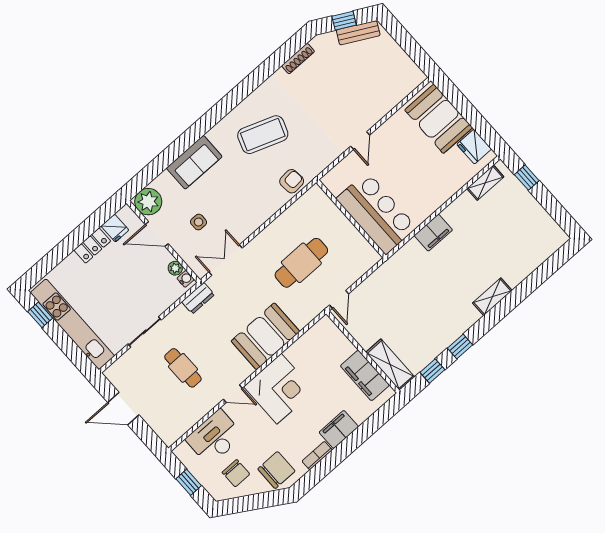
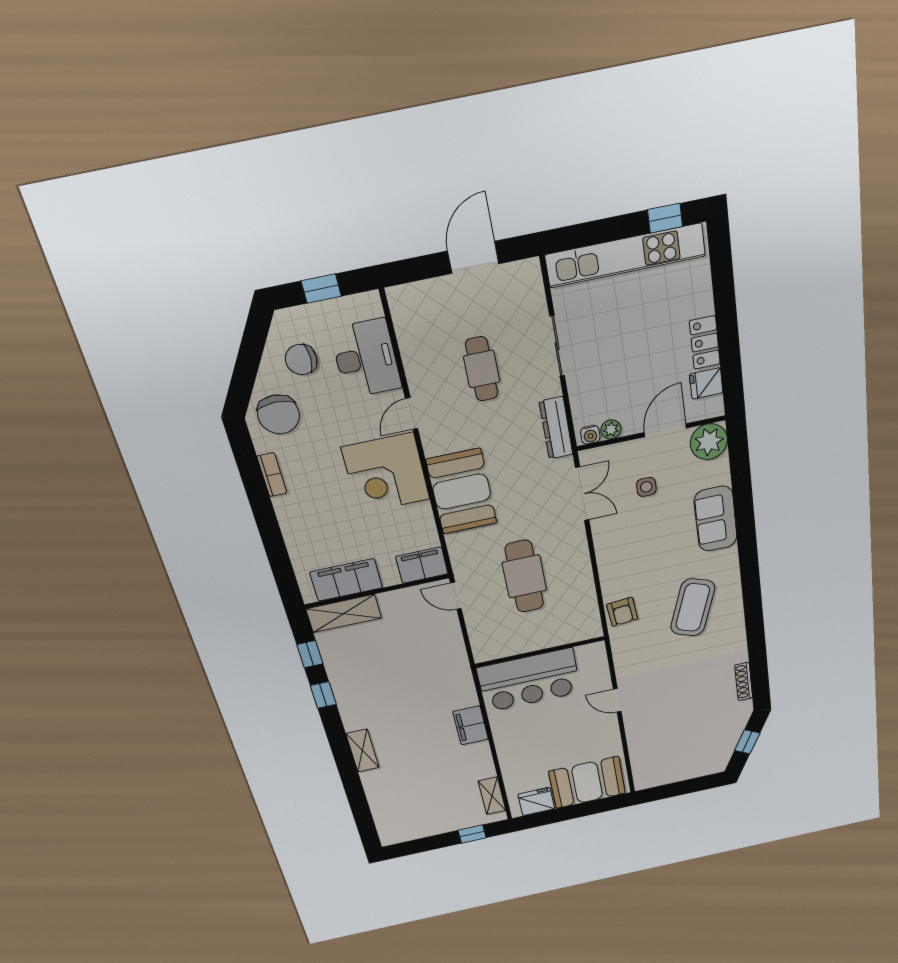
bench: (358, 33) -> (726, 749), removed
dresser: (198, 298) -> (556, 428), width x1.44
cafe table: (183, 368) -> (482, 369), turned 90
filing cabinet: (339, 429) -> (422, 565), moved, turned -90

